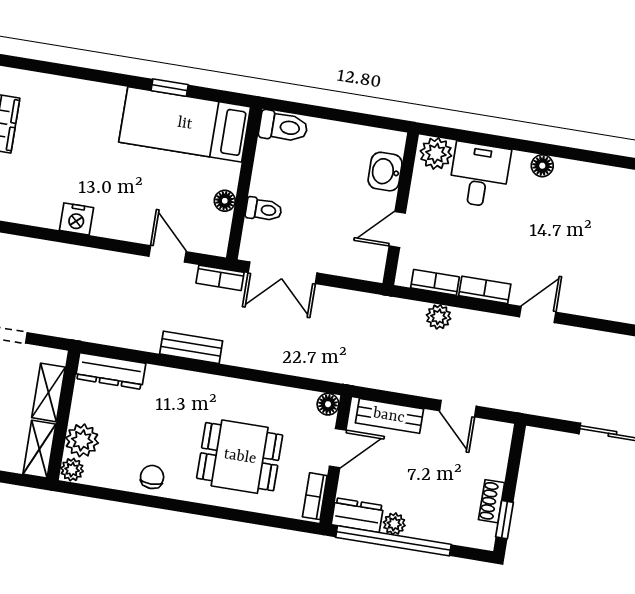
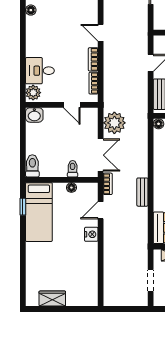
window: (170, 88) -> (23, 207), moved
floor lamp: (542, 166) -> (31, 10), moved
washbasin: (385, 172) -> (34, 115), moved
nightstand: (77, 219) -> (91, 234), moved
plant: (439, 317) -> (114, 123), moved, width x1.87, depth x1.87

